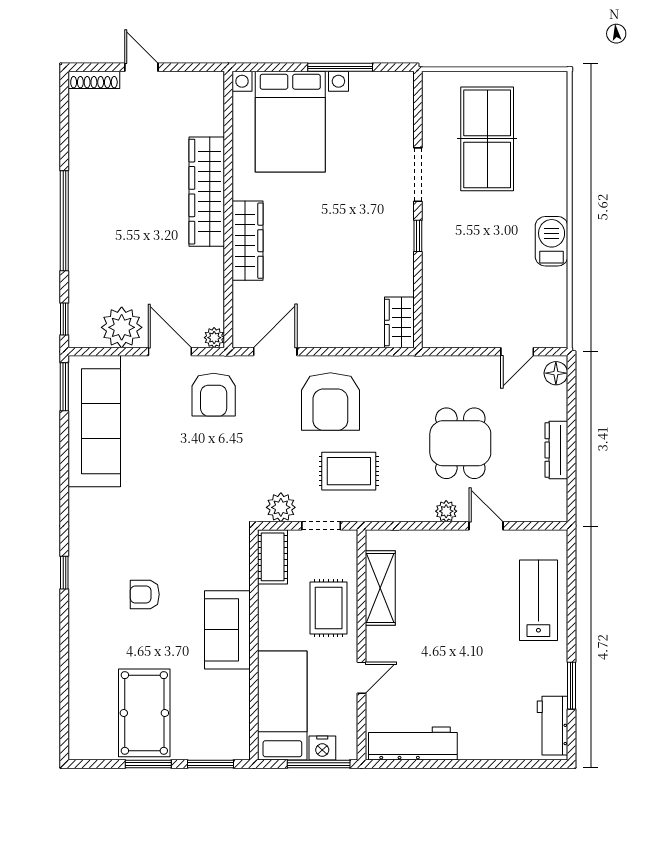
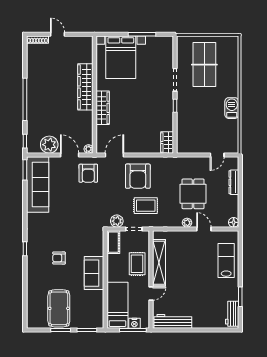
floor lamp: (556, 373) -> (234, 222), moved
dresser: (556, 450) -> (234, 182), moved
shelving: (380, 588) -> (159, 263), width x1.47

